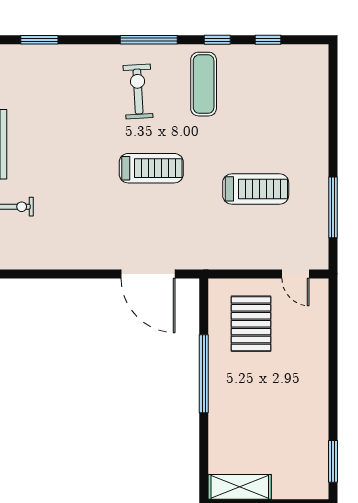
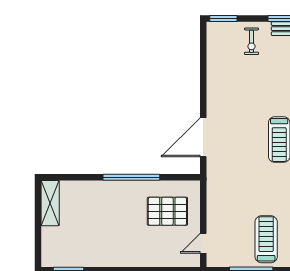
treadmill: (256, 189) -> (266, 239), moved, turned 180

